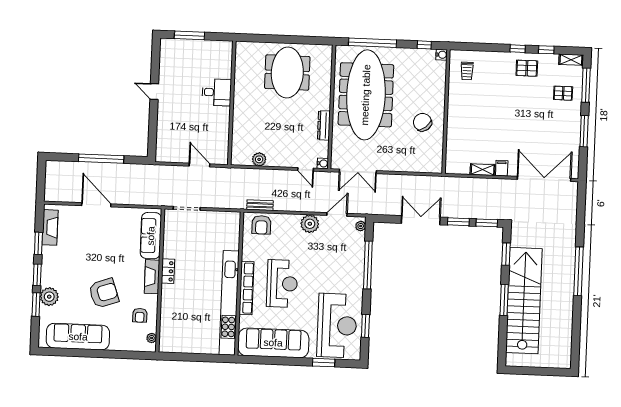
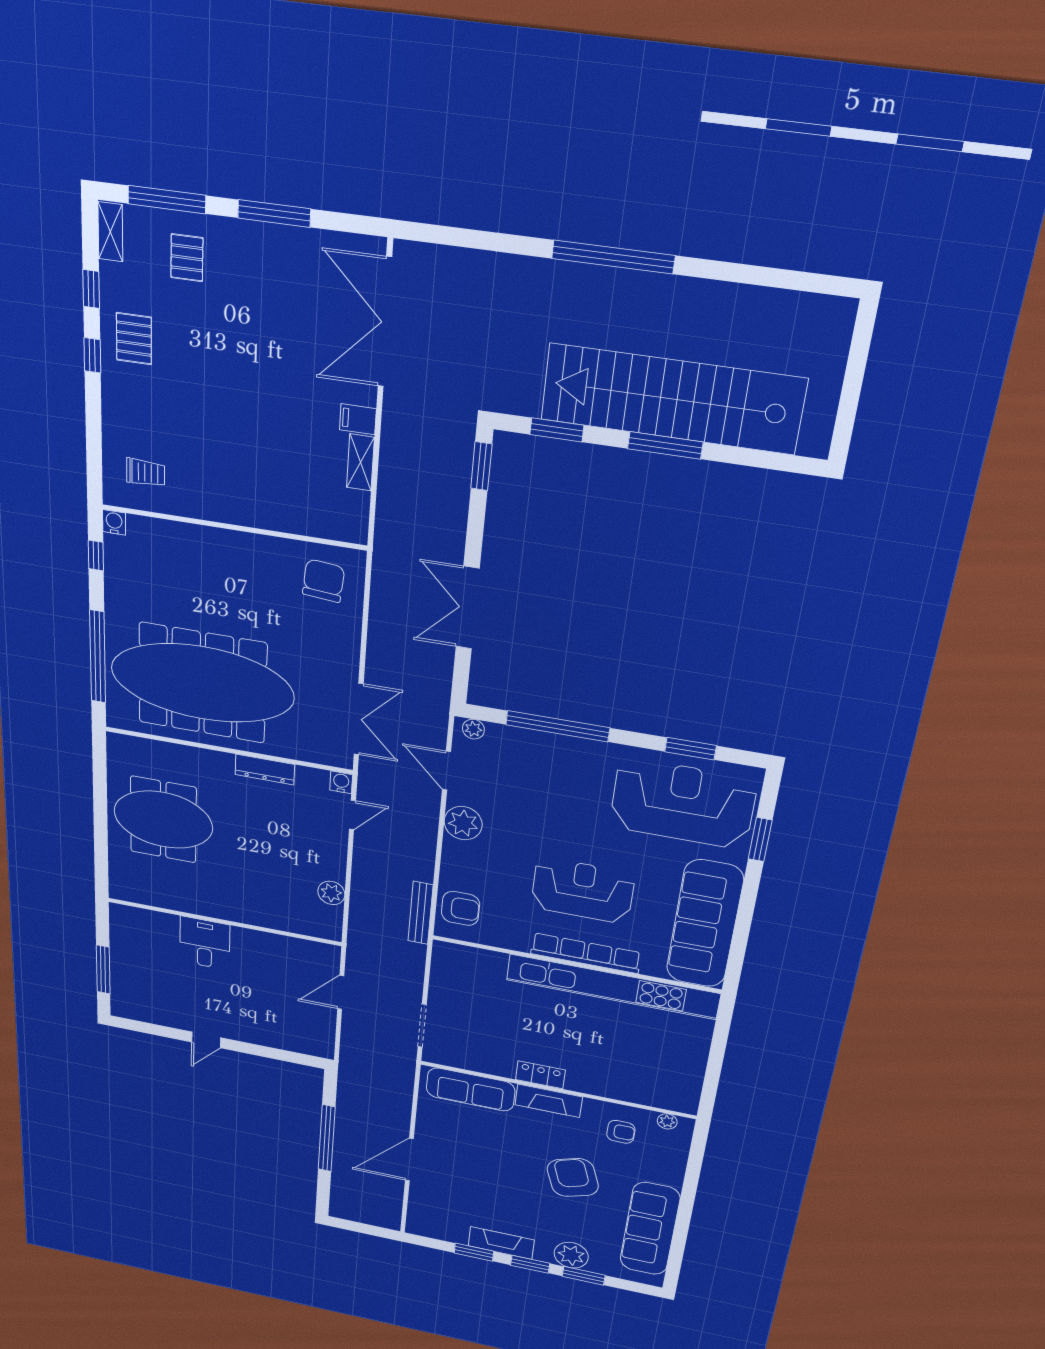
chair: (422, 122) -> (324, 581), moved, turned 134
bench: (260, 205) -> (421, 913), width x1.36
window: (458, 222) -> (475, 528), removed
fireplace: (50, 227) -> (501, 1243), moved

